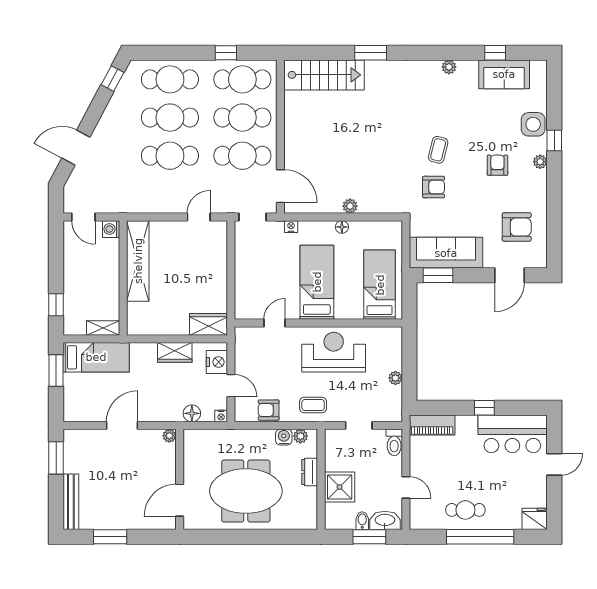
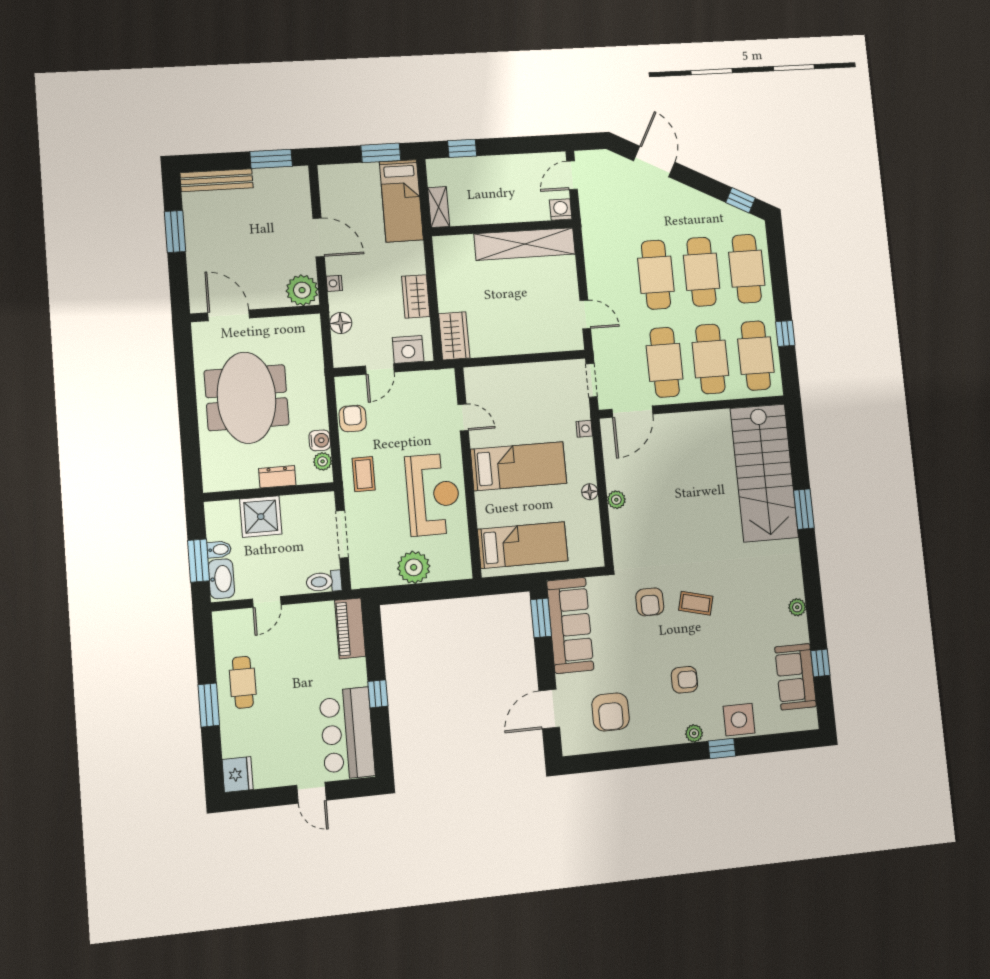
stairs: (324, 75) -> (764, 473), width x1.36, depth x1.51
door: (510, 275) -> (549, 709), hinge flipped
plant: (395, 378) -> (414, 567), width x1.88, depth x1.88
nightstand: (221, 416) -> (334, 283), moved
doorway: (359, 425) -> (342, 534), width x1.38
plant: (169, 436) -> (302, 290), width x1.87, depth x1.87
window: (480, 537) -> (209, 705), width x0.47

